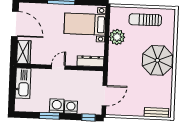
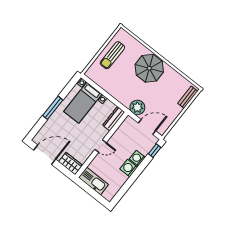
plant: (117, 37) -> (137, 107), moved
door: (58, 67) -> (101, 146), swing flipped
door: (104, 96) -> (147, 127), hinge flipped
window: (49, 116) -> (132, 179), removed

